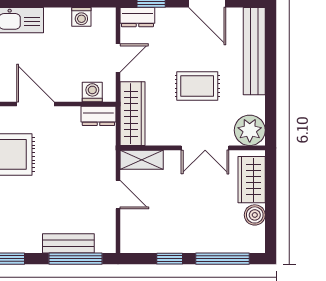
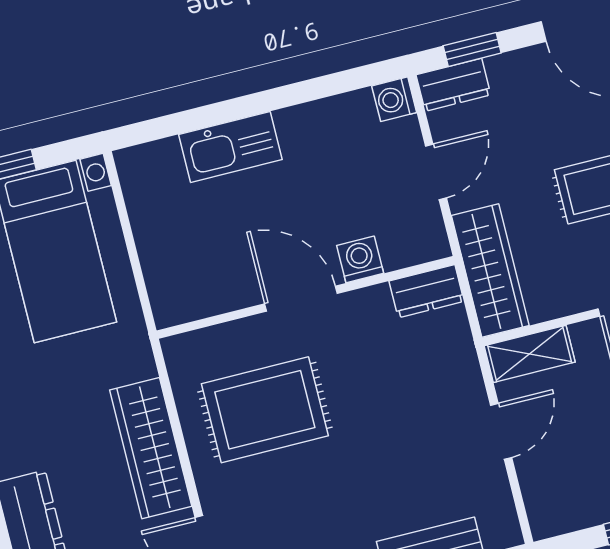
washing machine: (81, 17) -> (394, 99), moved, turned 90
washing machine: (92, 92) -> (360, 259), moved
door: (118, 195) -> (501, 431), hinge flipped

